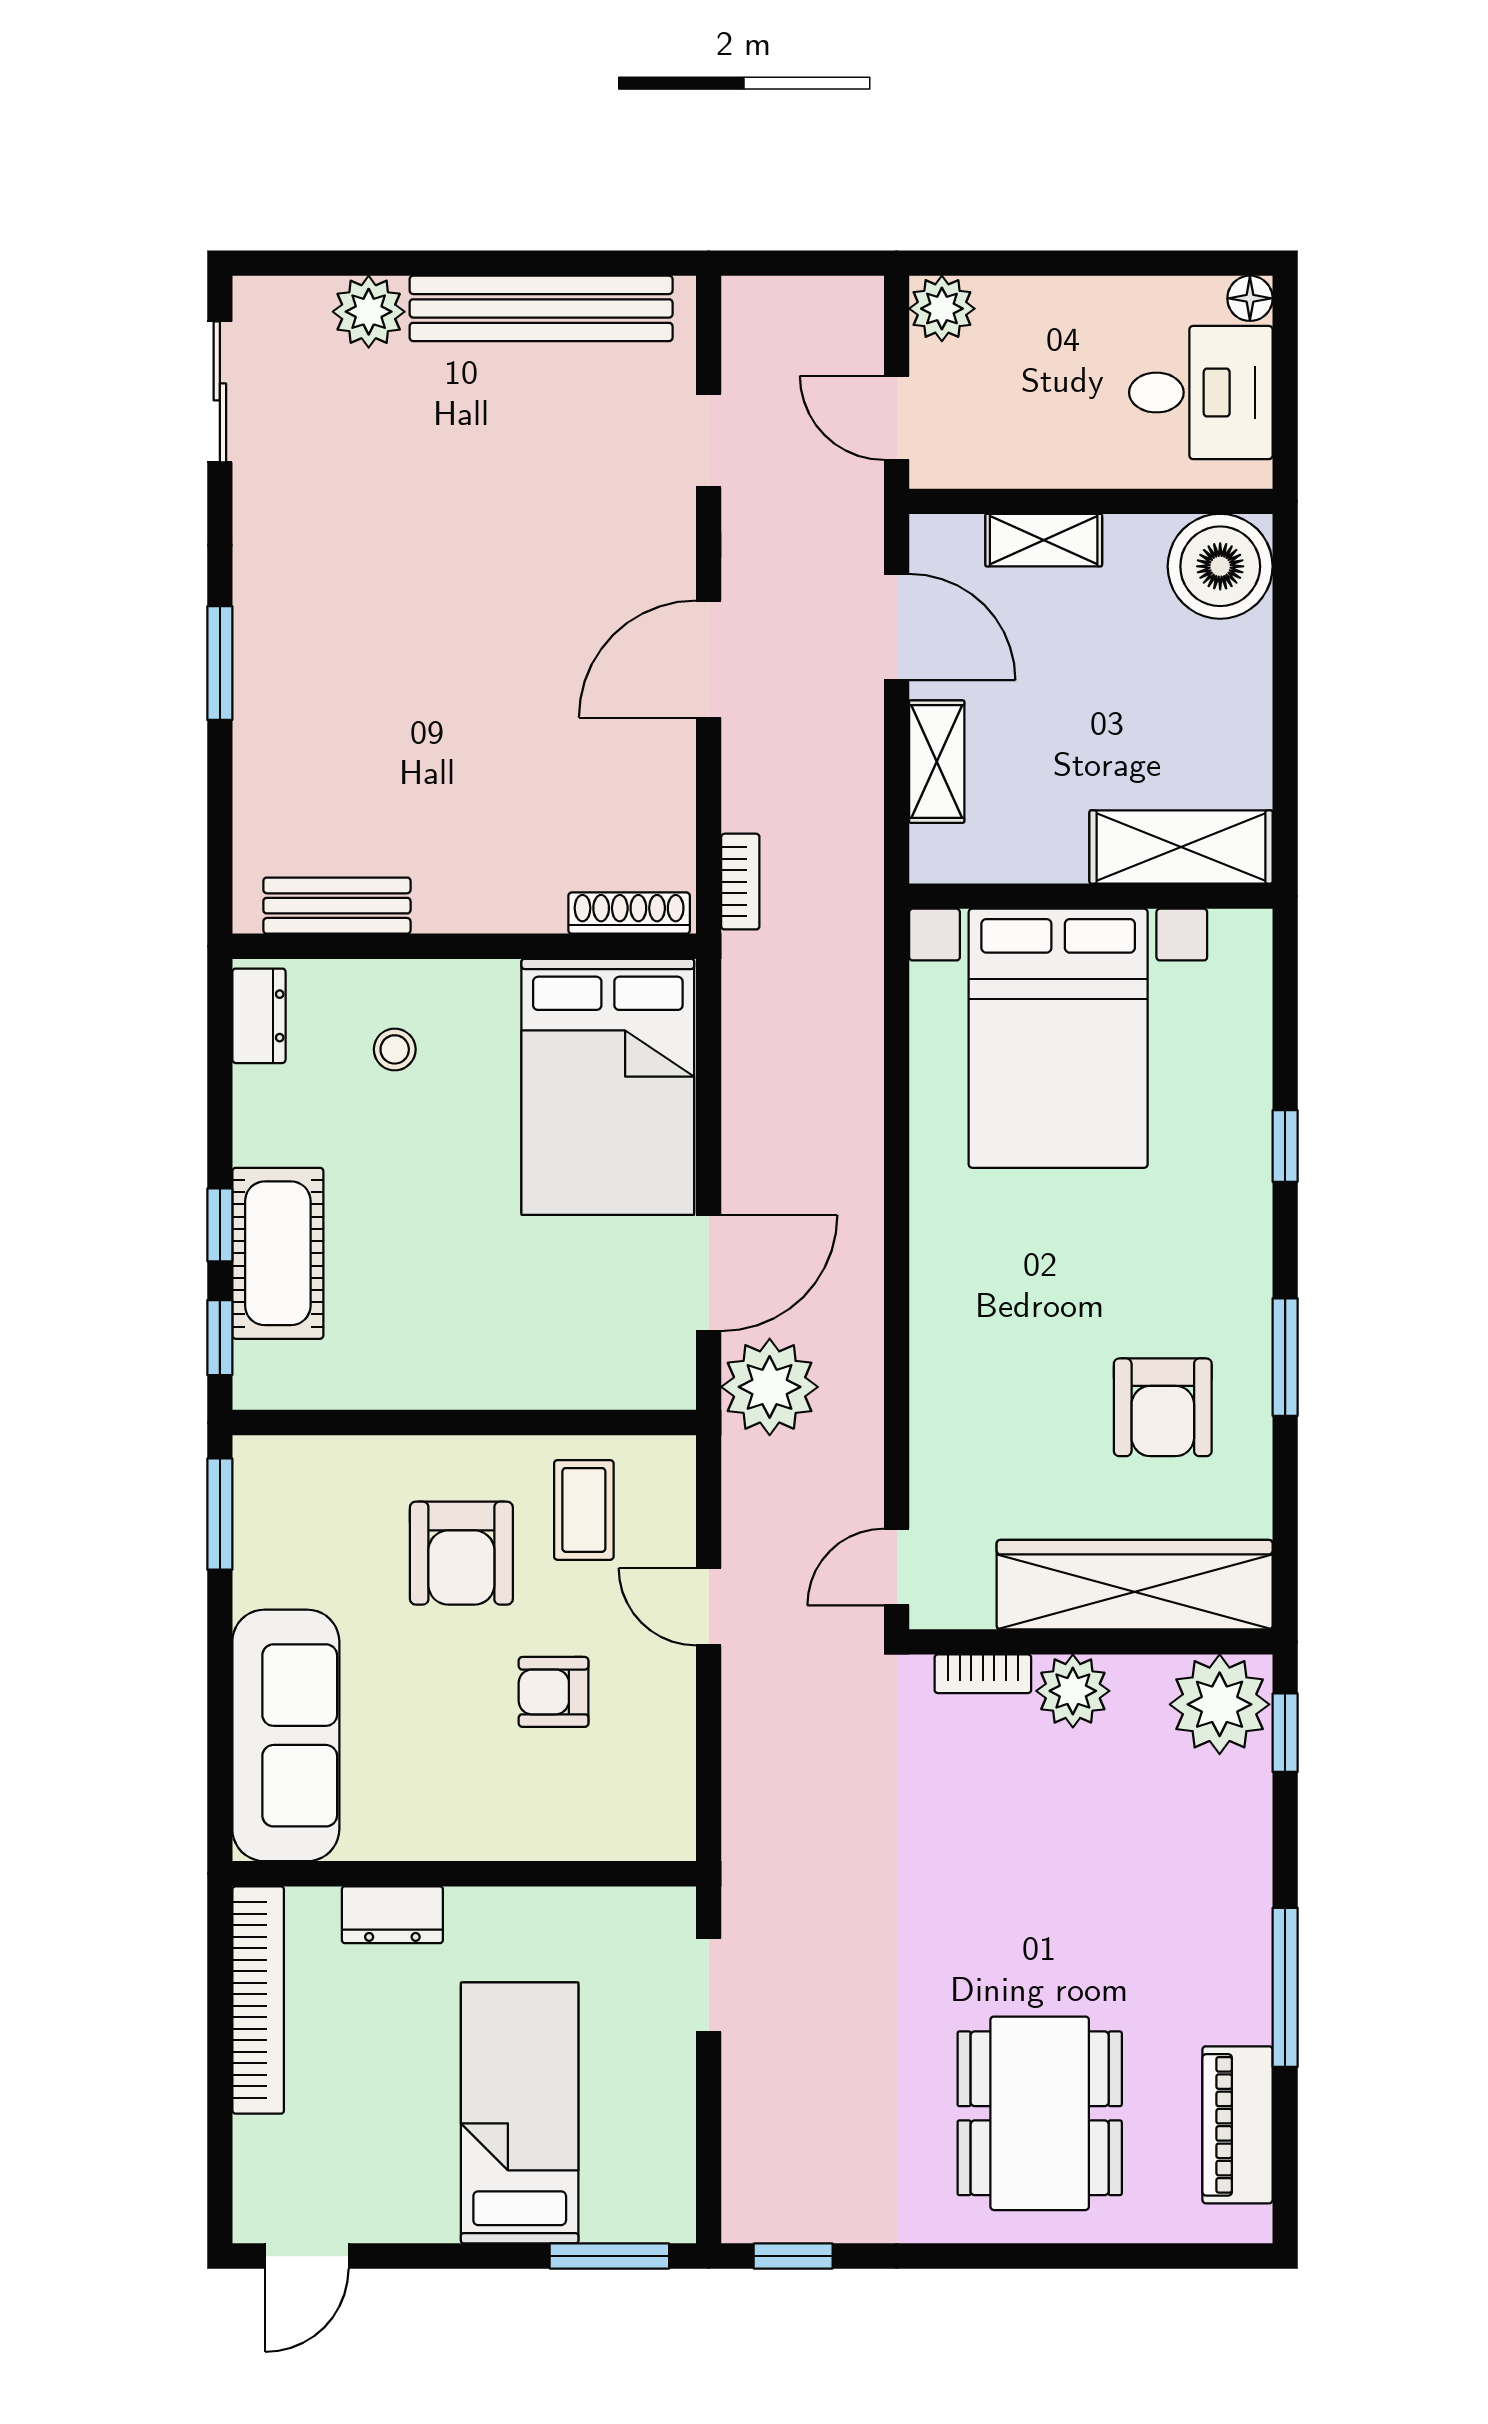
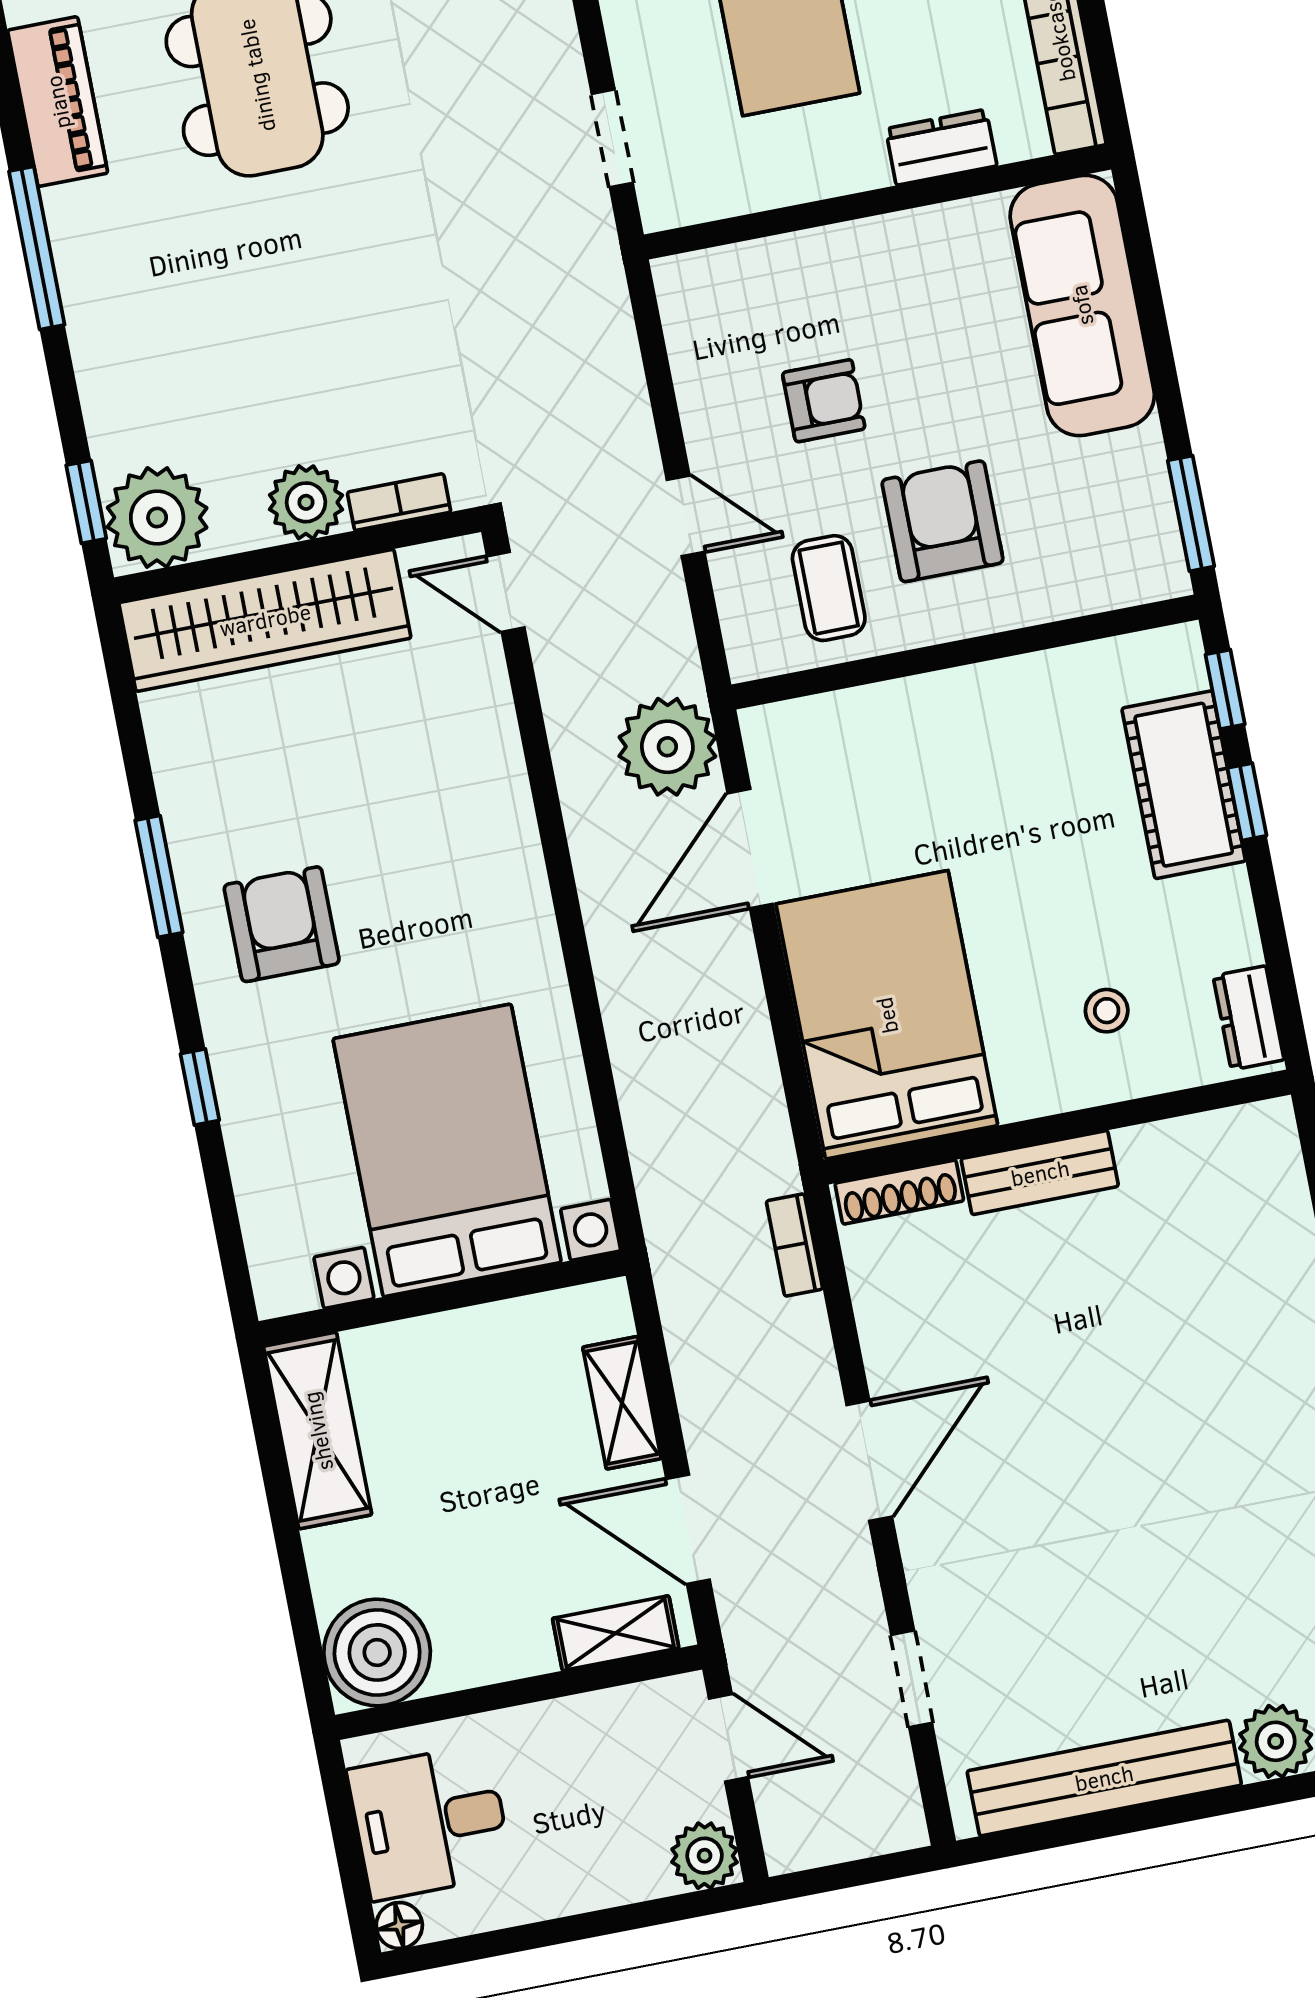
shelving: (1044, 540) -> (616, 1633), moved
shelving: (1181, 847) -> (318, 1431), moved, turned 90
bench: (337, 906) -> (1040, 1173), moved
armchair: (1163, 1407) -> (282, 924), moved
door: (897, 1567) -> (506, 592), swing flipped

